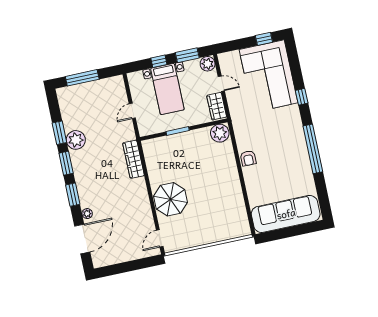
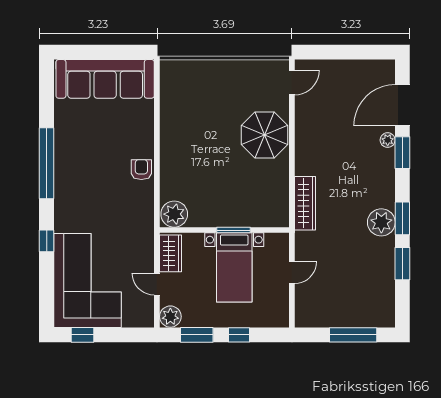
bed with nightstands: (167, 89) -> (234, 267), moved, turned 180
plant: (76, 140) -> (381, 222), moved
window: (73, 195) -> (402, 153), moved

